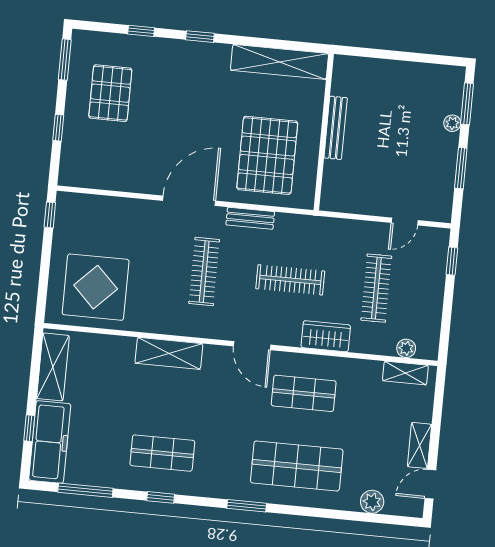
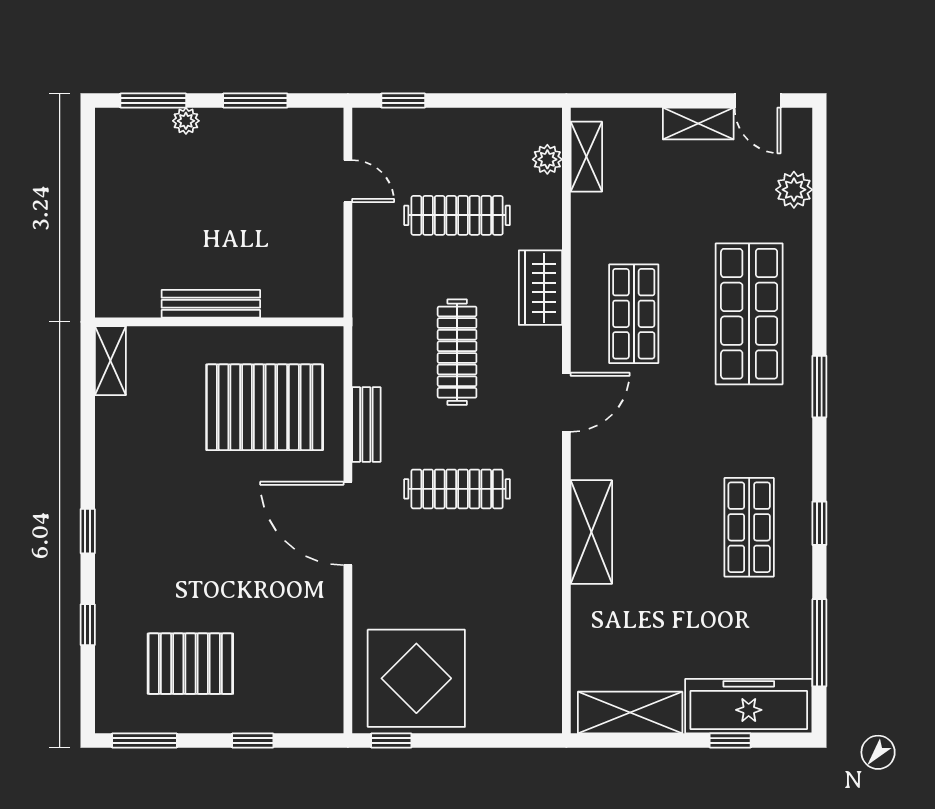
shelving: (279, 62) -> (110, 361), width x0.45, depth x0.75
display table: (96, 287) -> (416, 678), moved

